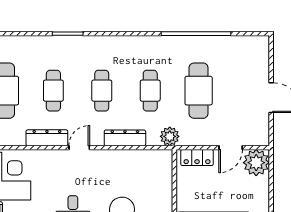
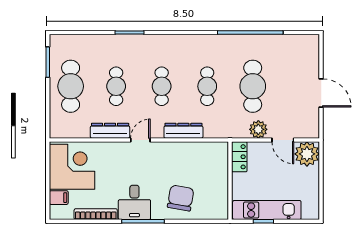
plant: (170, 136) -> (258, 129), moved
door: (231, 148) -> (283, 140), hinge flipped
locker: (197, 158) -> (239, 157), moved, turned -90

